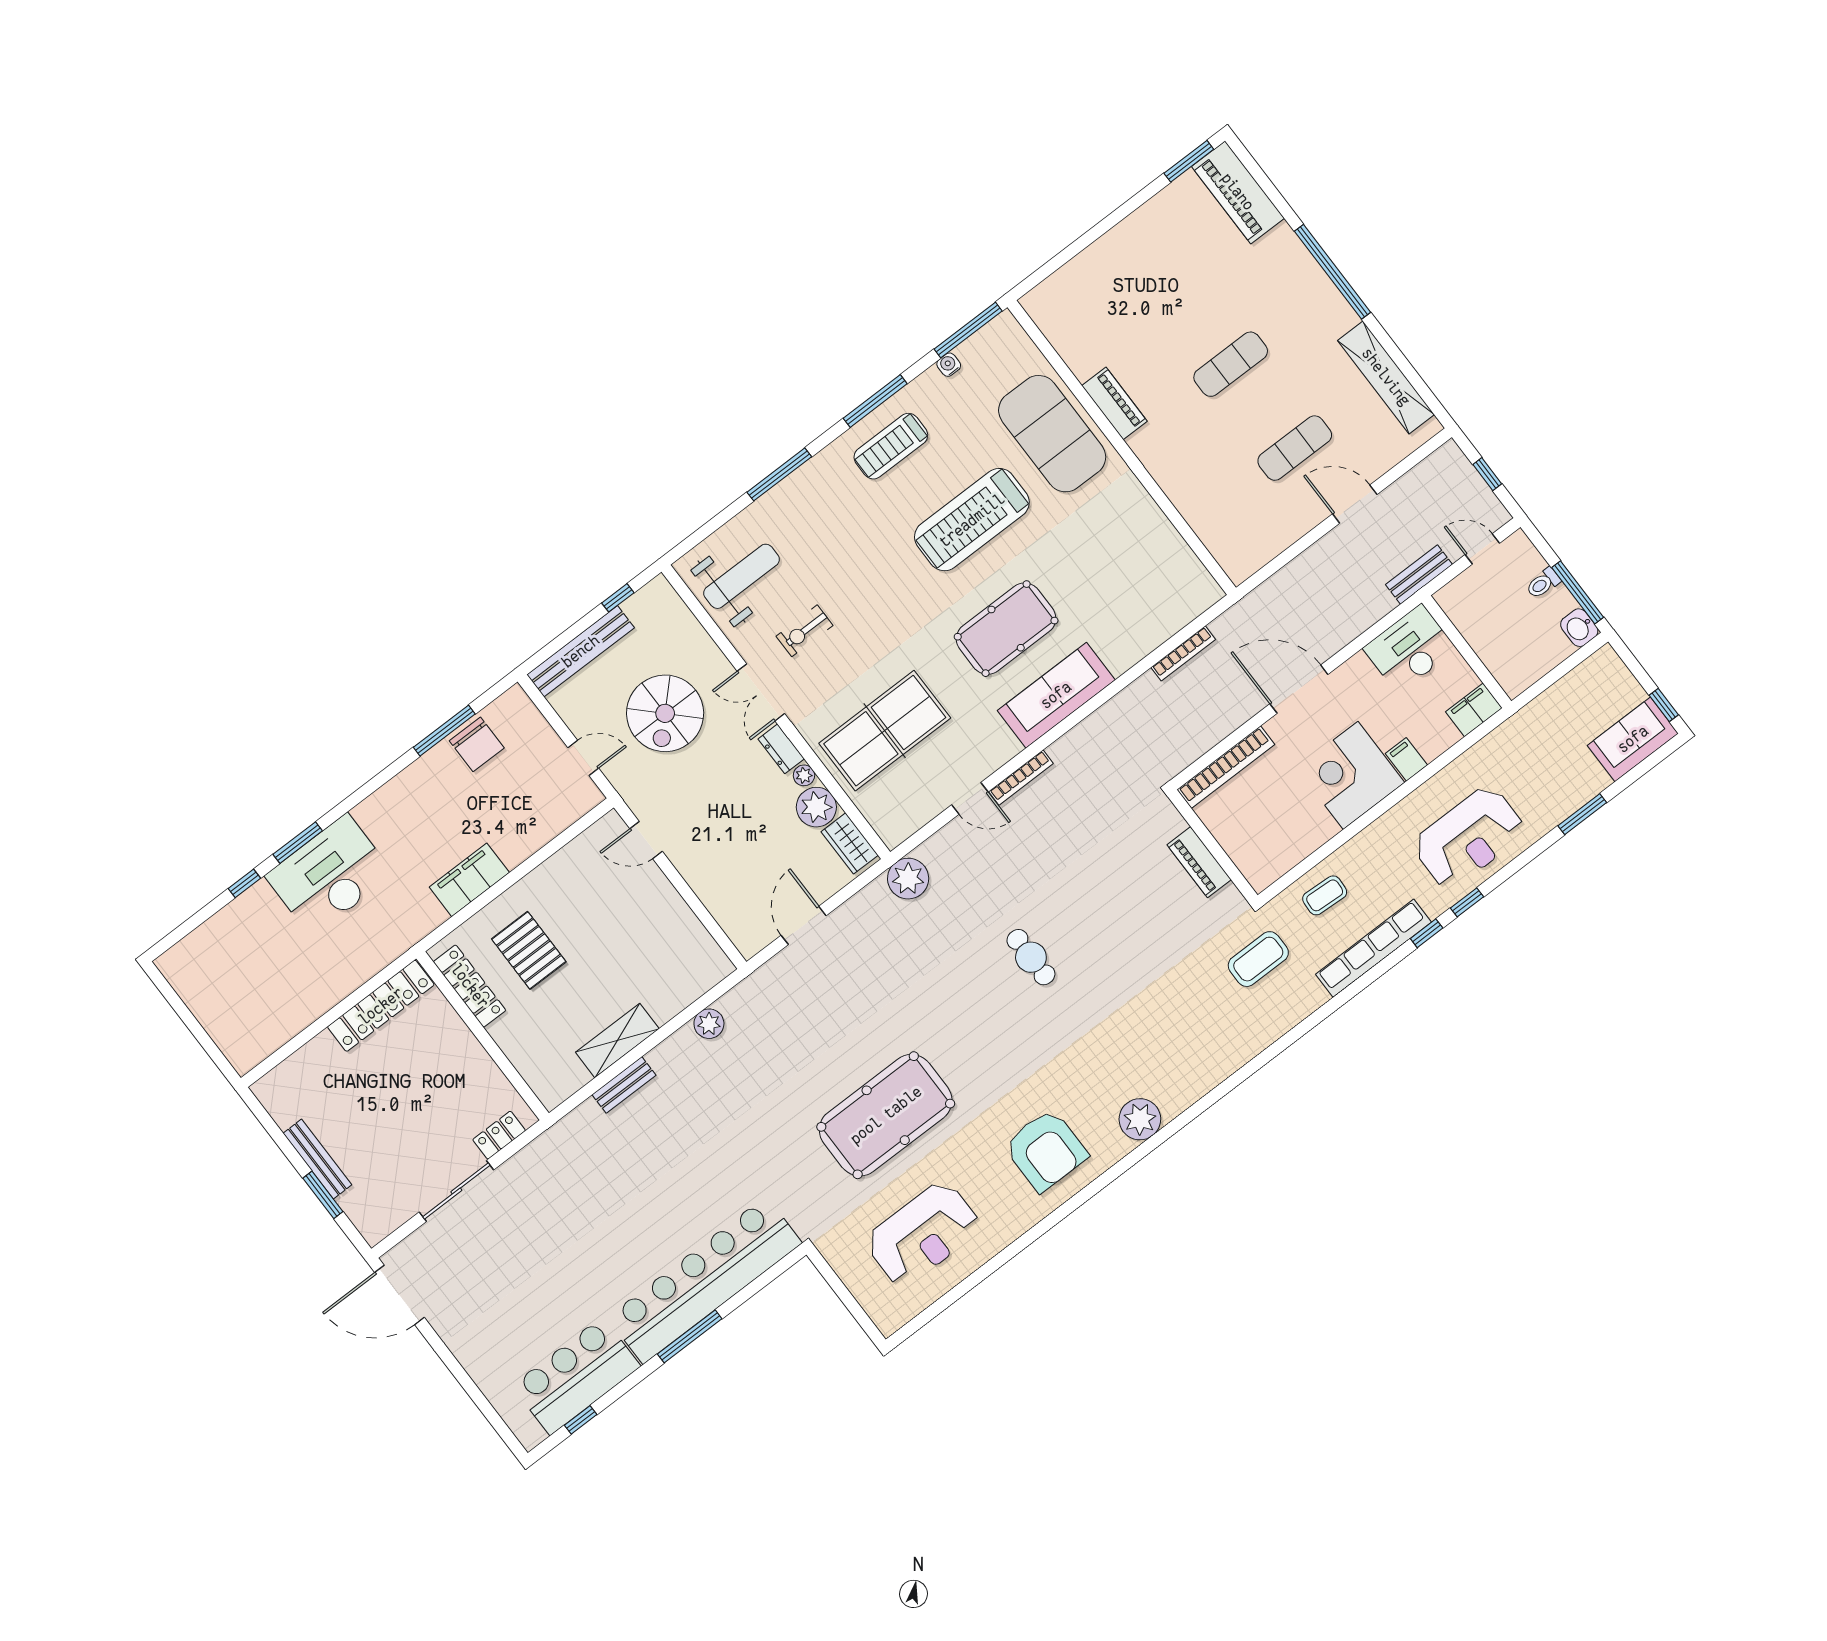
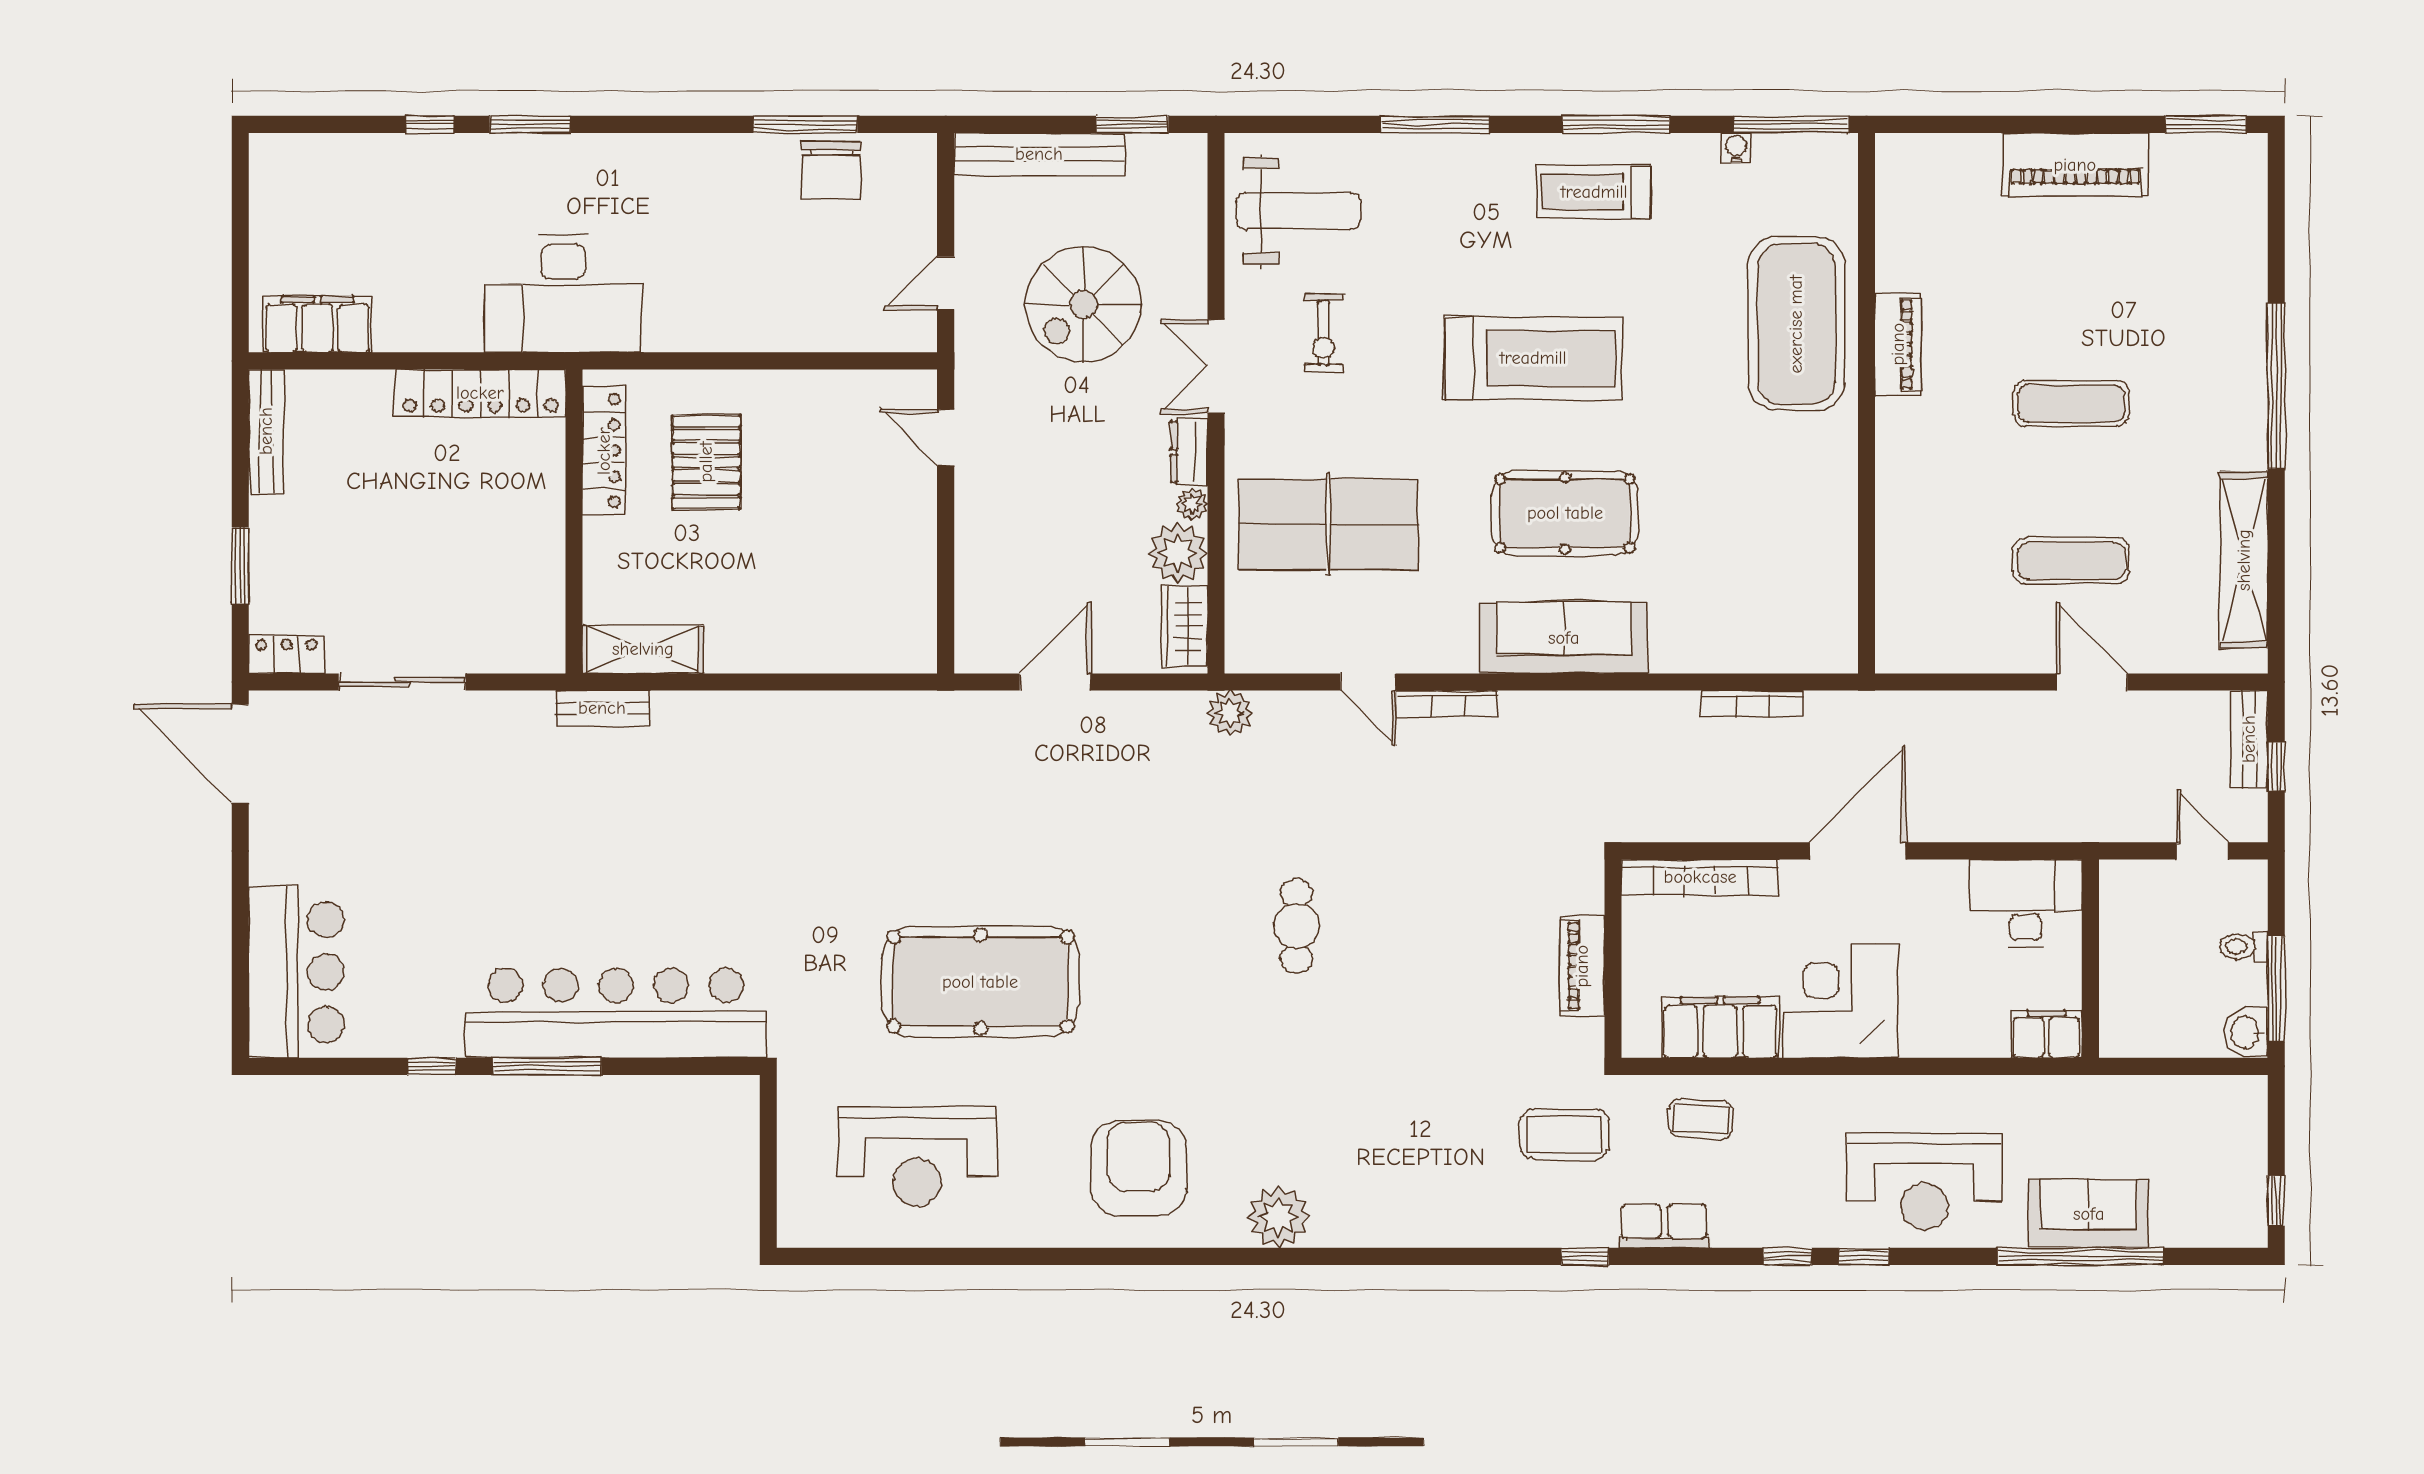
piano: (1238, 192) -> (2075, 165), moved, turned -90
treadmill: (972, 520) -> (1533, 358), moved, turned 180
bench: (1419, 575) -> (2249, 739), moved, turned 90
window: (618, 598) -> (1132, 124), width x1.50
exercise bike: (805, 631) -> (1324, 333), turned -90
door: (1299, 689) -> (1858, 851), hinge flipped
sofa: (1633, 739) -> (2089, 1214), moved
door: (583, 758) -> (946, 283), swing flipped
filing cabinet: (1406, 759) -> (1720, 1027), moved, width x3.00, depth x1.17
window: (1582, 814) -> (2080, 1256), width x2.11
desk: (329, 875) -> (563, 294), moved, turned 180
plant: (908, 879) -> (1230, 713), width x0.73, depth x0.73
filing cabinet: (469, 880) -> (318, 324), moved
row of seats: (1373, 948) -> (1664, 1226), width x0.50
window: (1319, 1016) -> (1585, 1256), added
plant: (709, 1024) -> (854, 713), removed
shelving: (617, 1041) -> (643, 649), moved
bench: (624, 1085) -> (602, 708), moved
locker: (499, 1135) -> (286, 654), moved
armchair: (1046, 1150) -> (1139, 1168), turned 180
bench: (317, 1159) -> (266, 431), moved
bar counter: (576, 1376) -> (296, 972), moved, turned 90
window: (581, 1420) -> (432, 1066), moved

